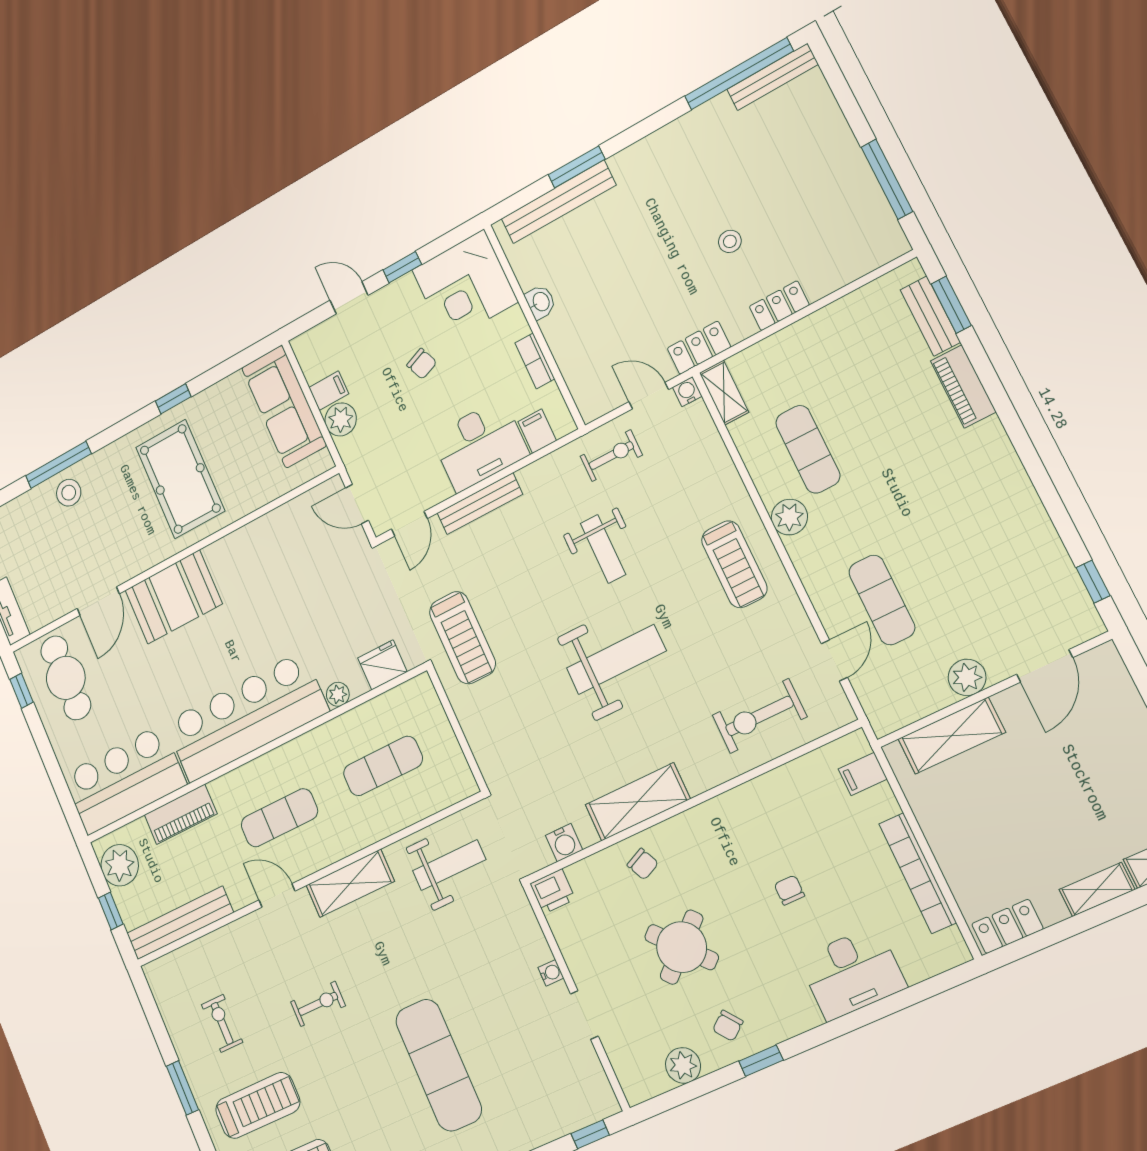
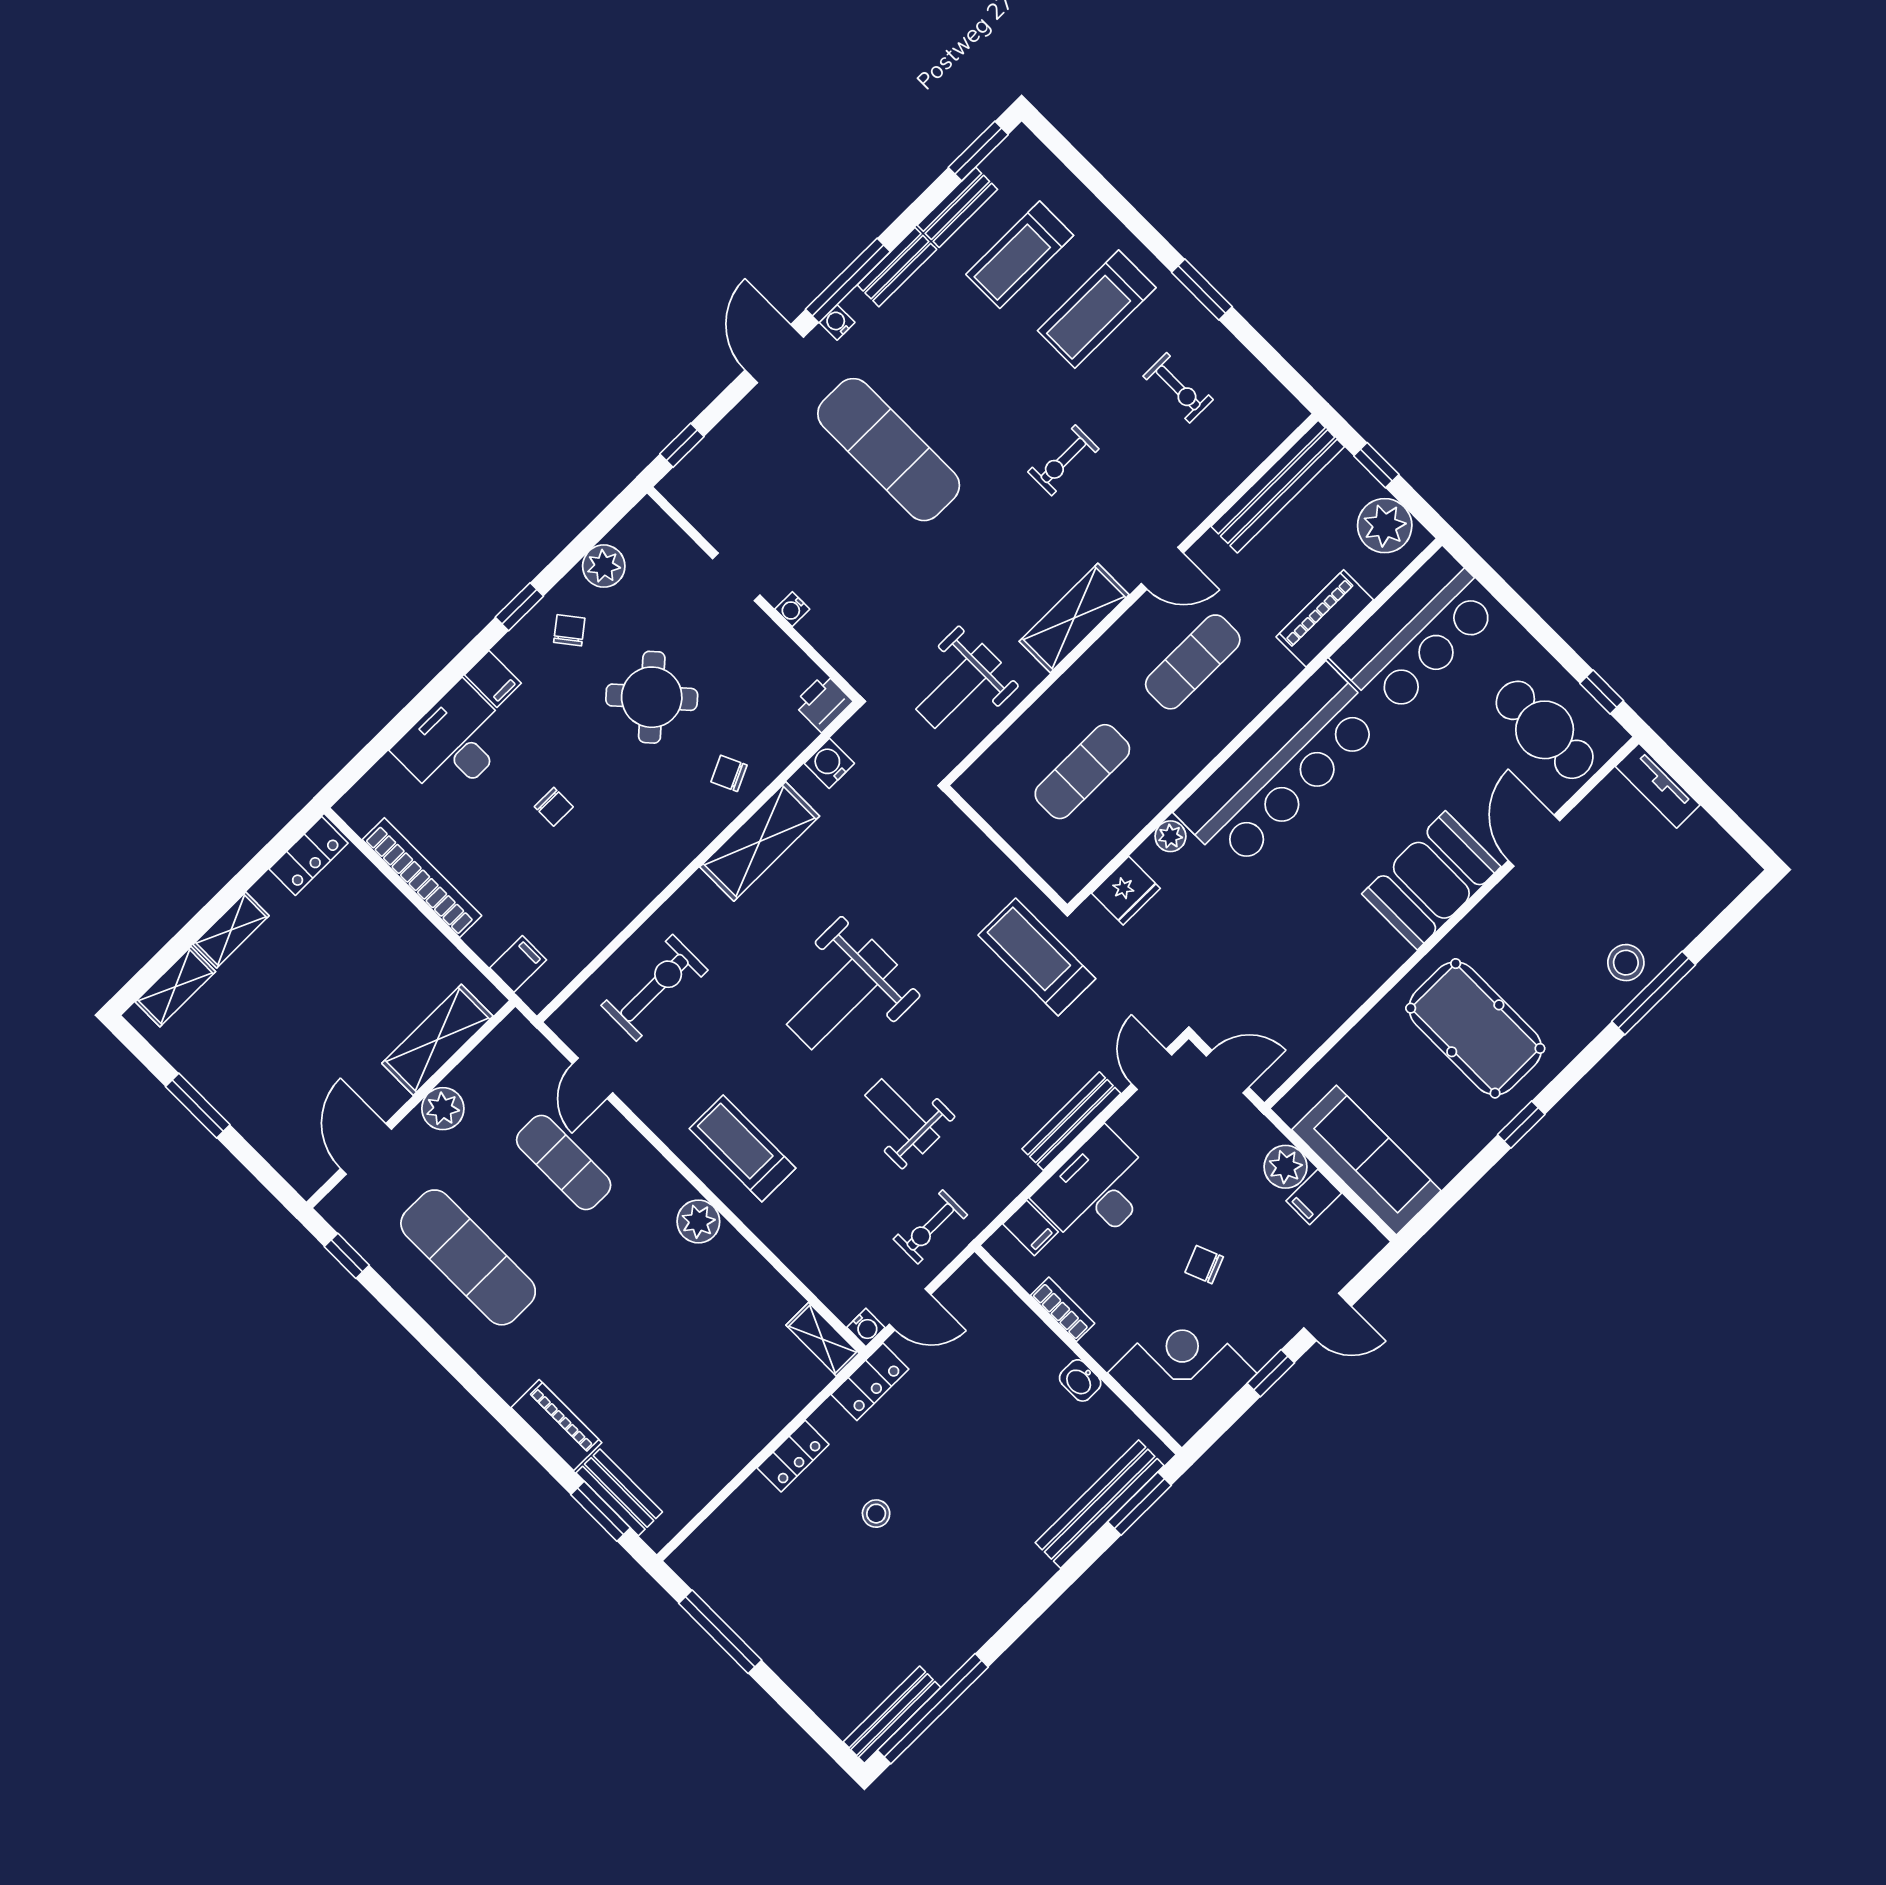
window: (577, 167) -> (1139, 1504), moved
exercise mat: (808, 449) -> (468, 1257), moved, width x1.36, depth x1.45
filing cabinet: (802, 1011) -> (493, 679), added

